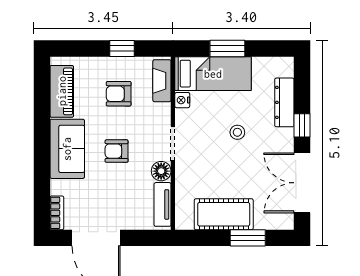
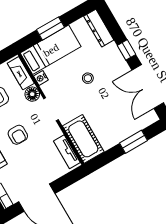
dresser: (284, 102) -> (99, 28), moved
armchair: (117, 151) -> (18, 135), turned -90
floor lamp: (161, 171) -> (32, 94), moved
cot: (224, 214) -> (83, 139), moved, turned 90

